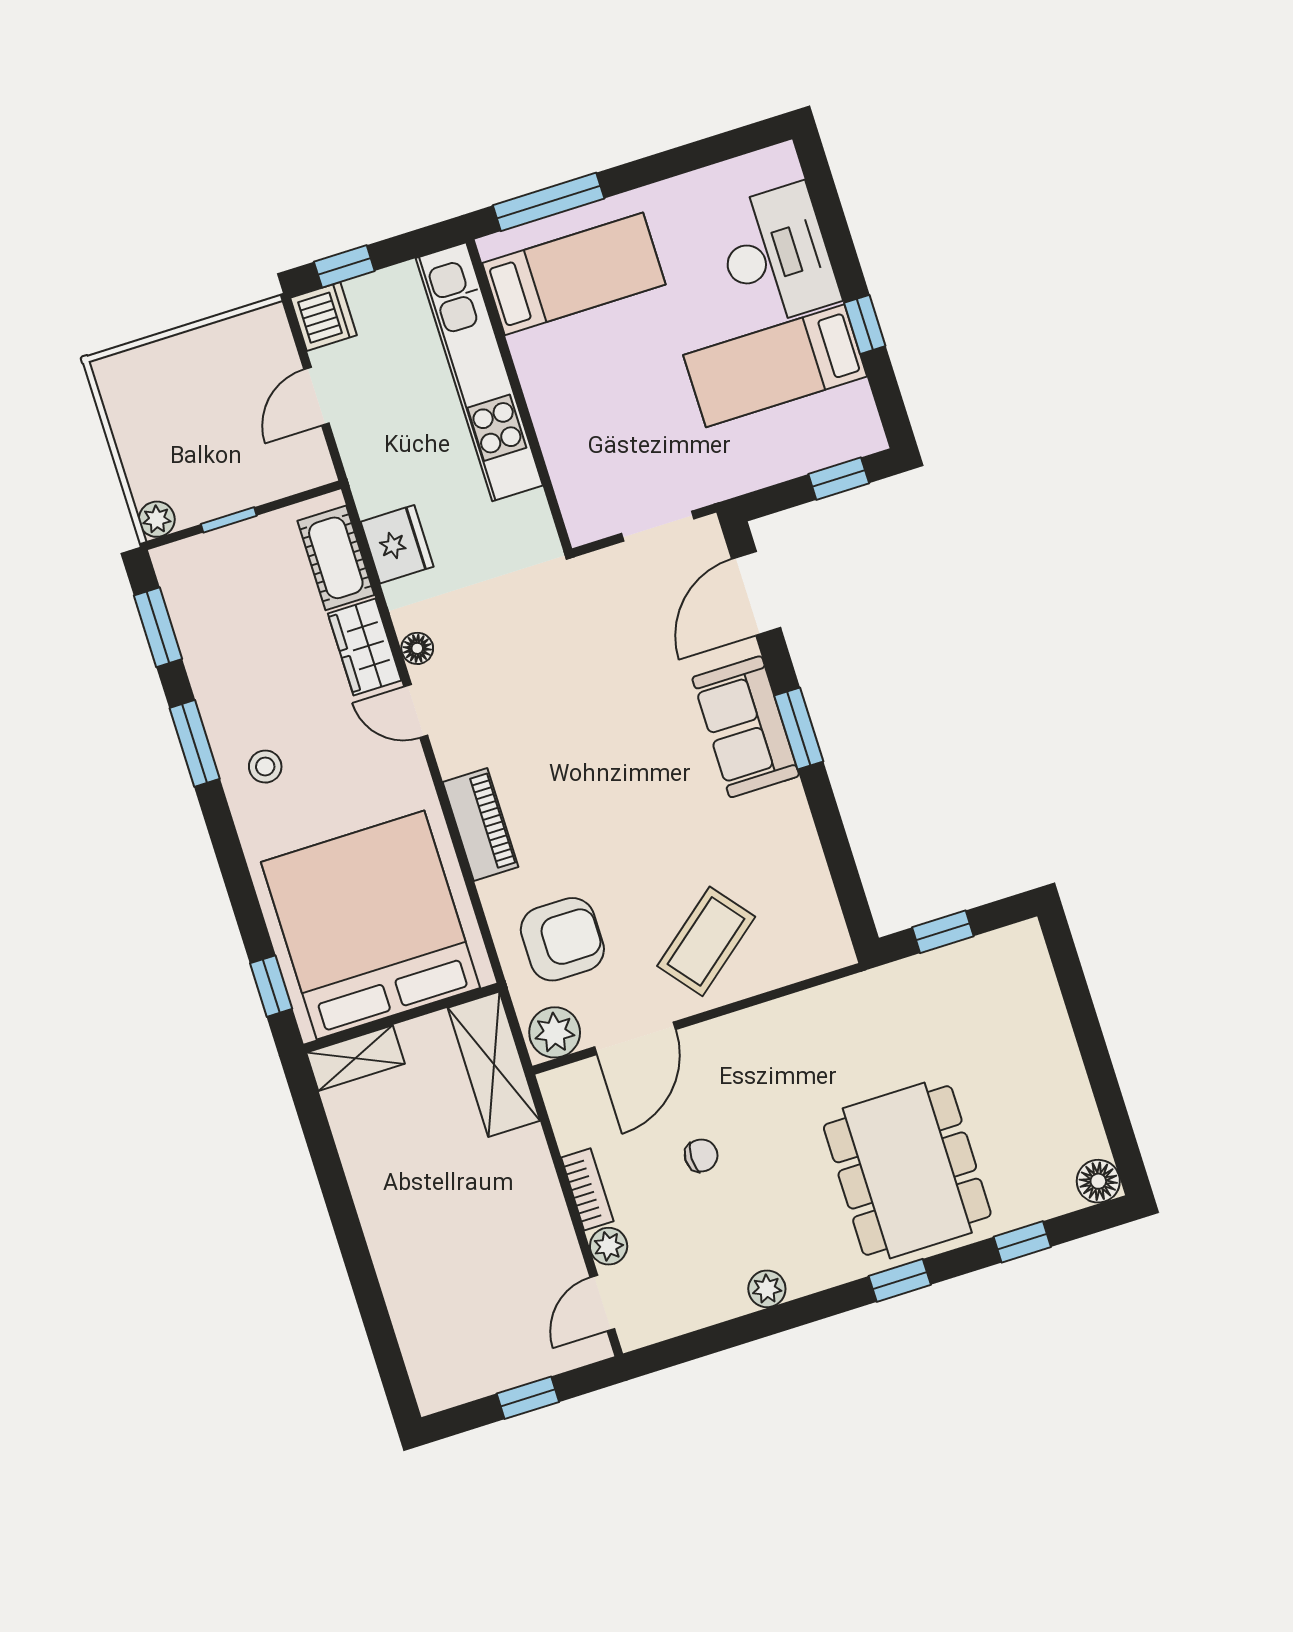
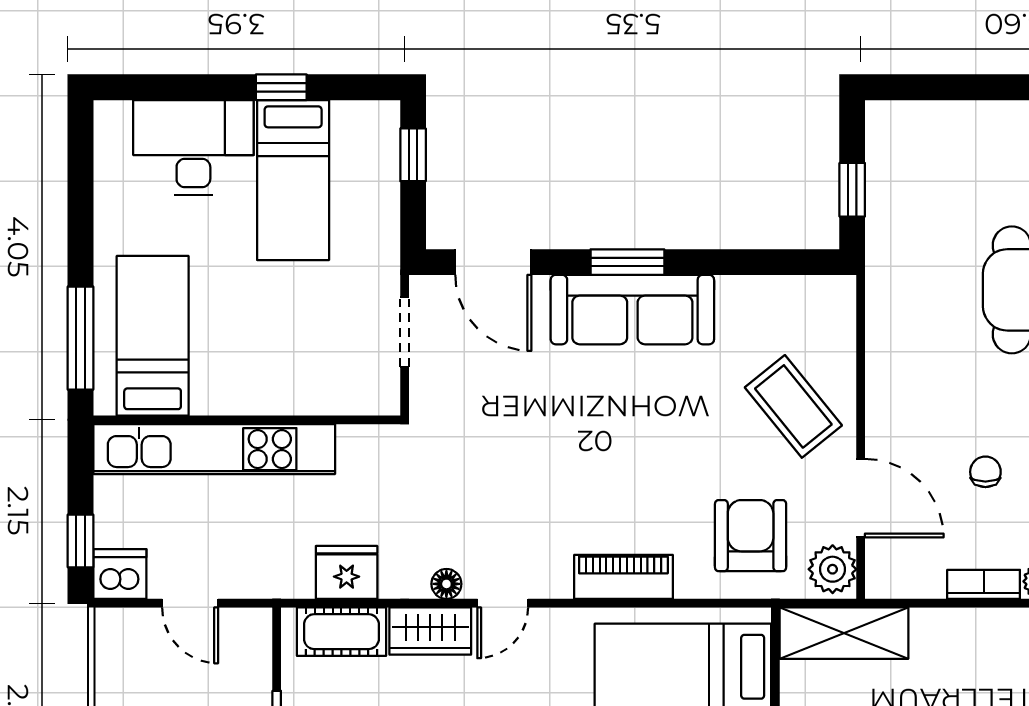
sofa: (746, 727) -> (632, 310), width x1.36

